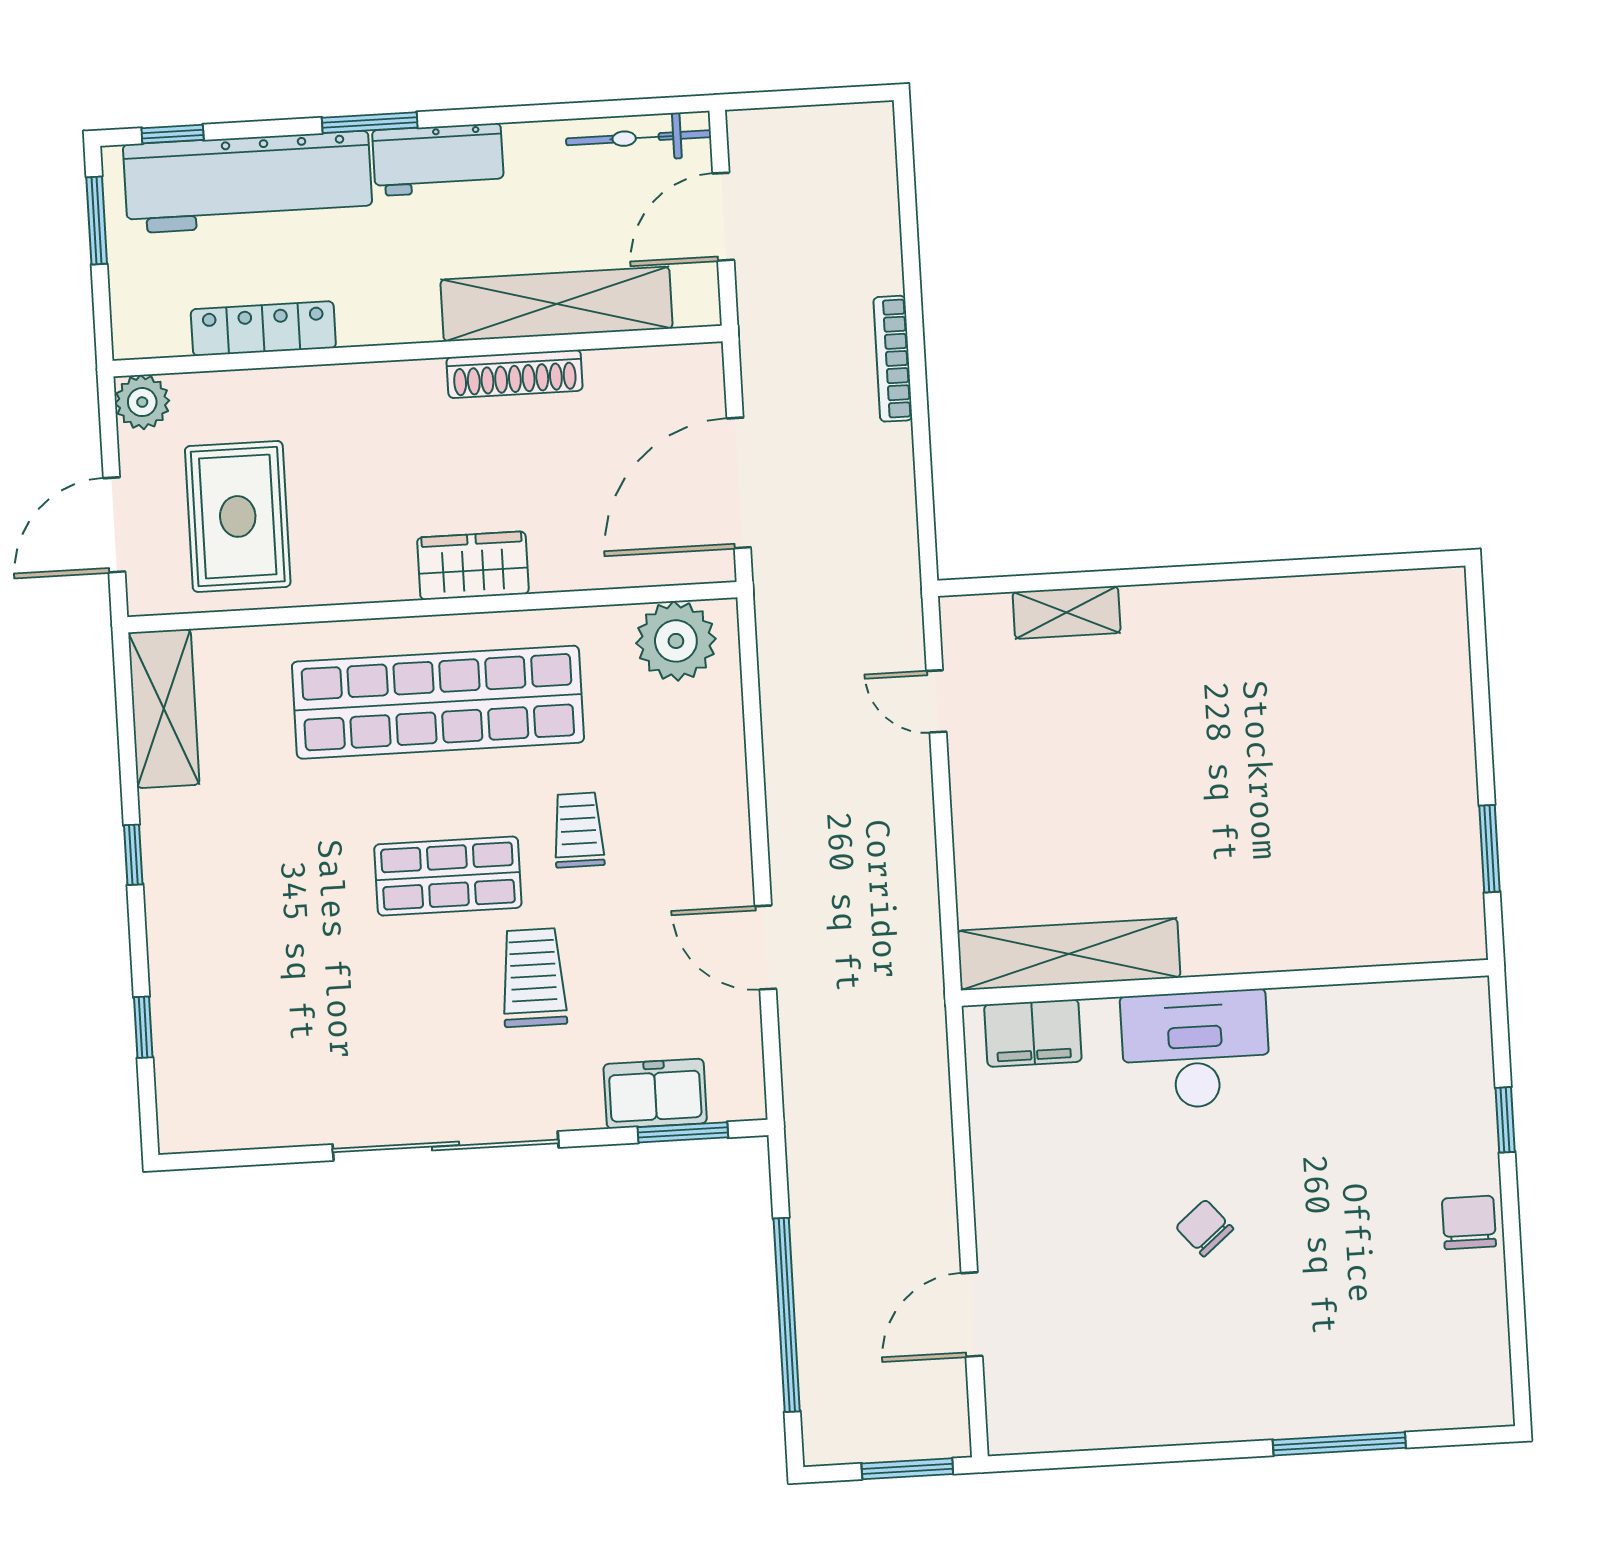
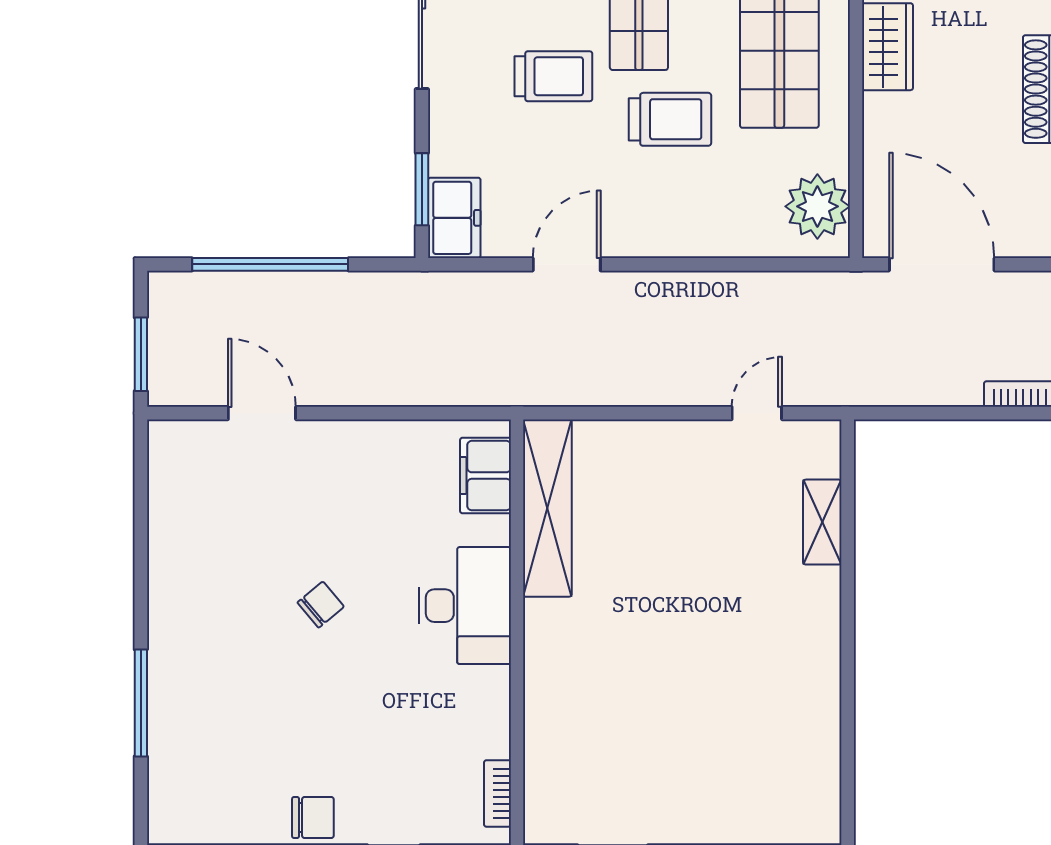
trolley: (578, 830) -> (670, 119), width x1.36, depth x1.39
bookcase: (1426, 996) -> (497, 793), added
freezer: (655, 1094) -> (454, 218), moved

